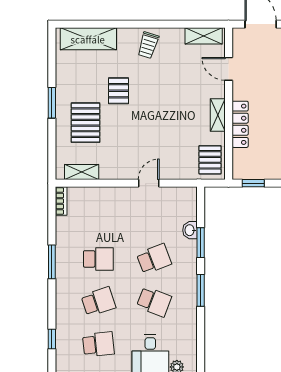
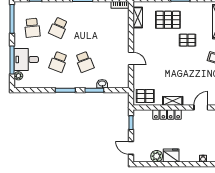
school desk: (98, 259) -> (85, 28), removed
school desk: (98, 302) -> (58, 28), turned 42

